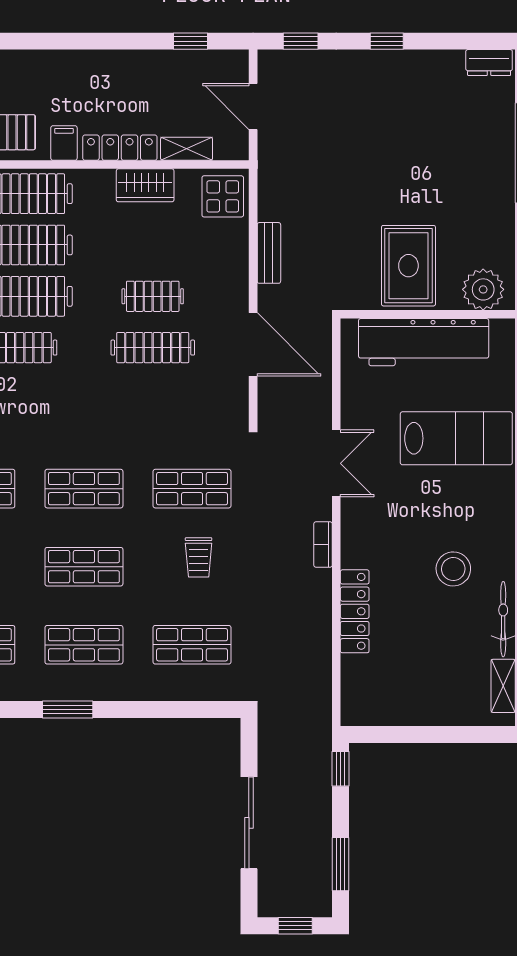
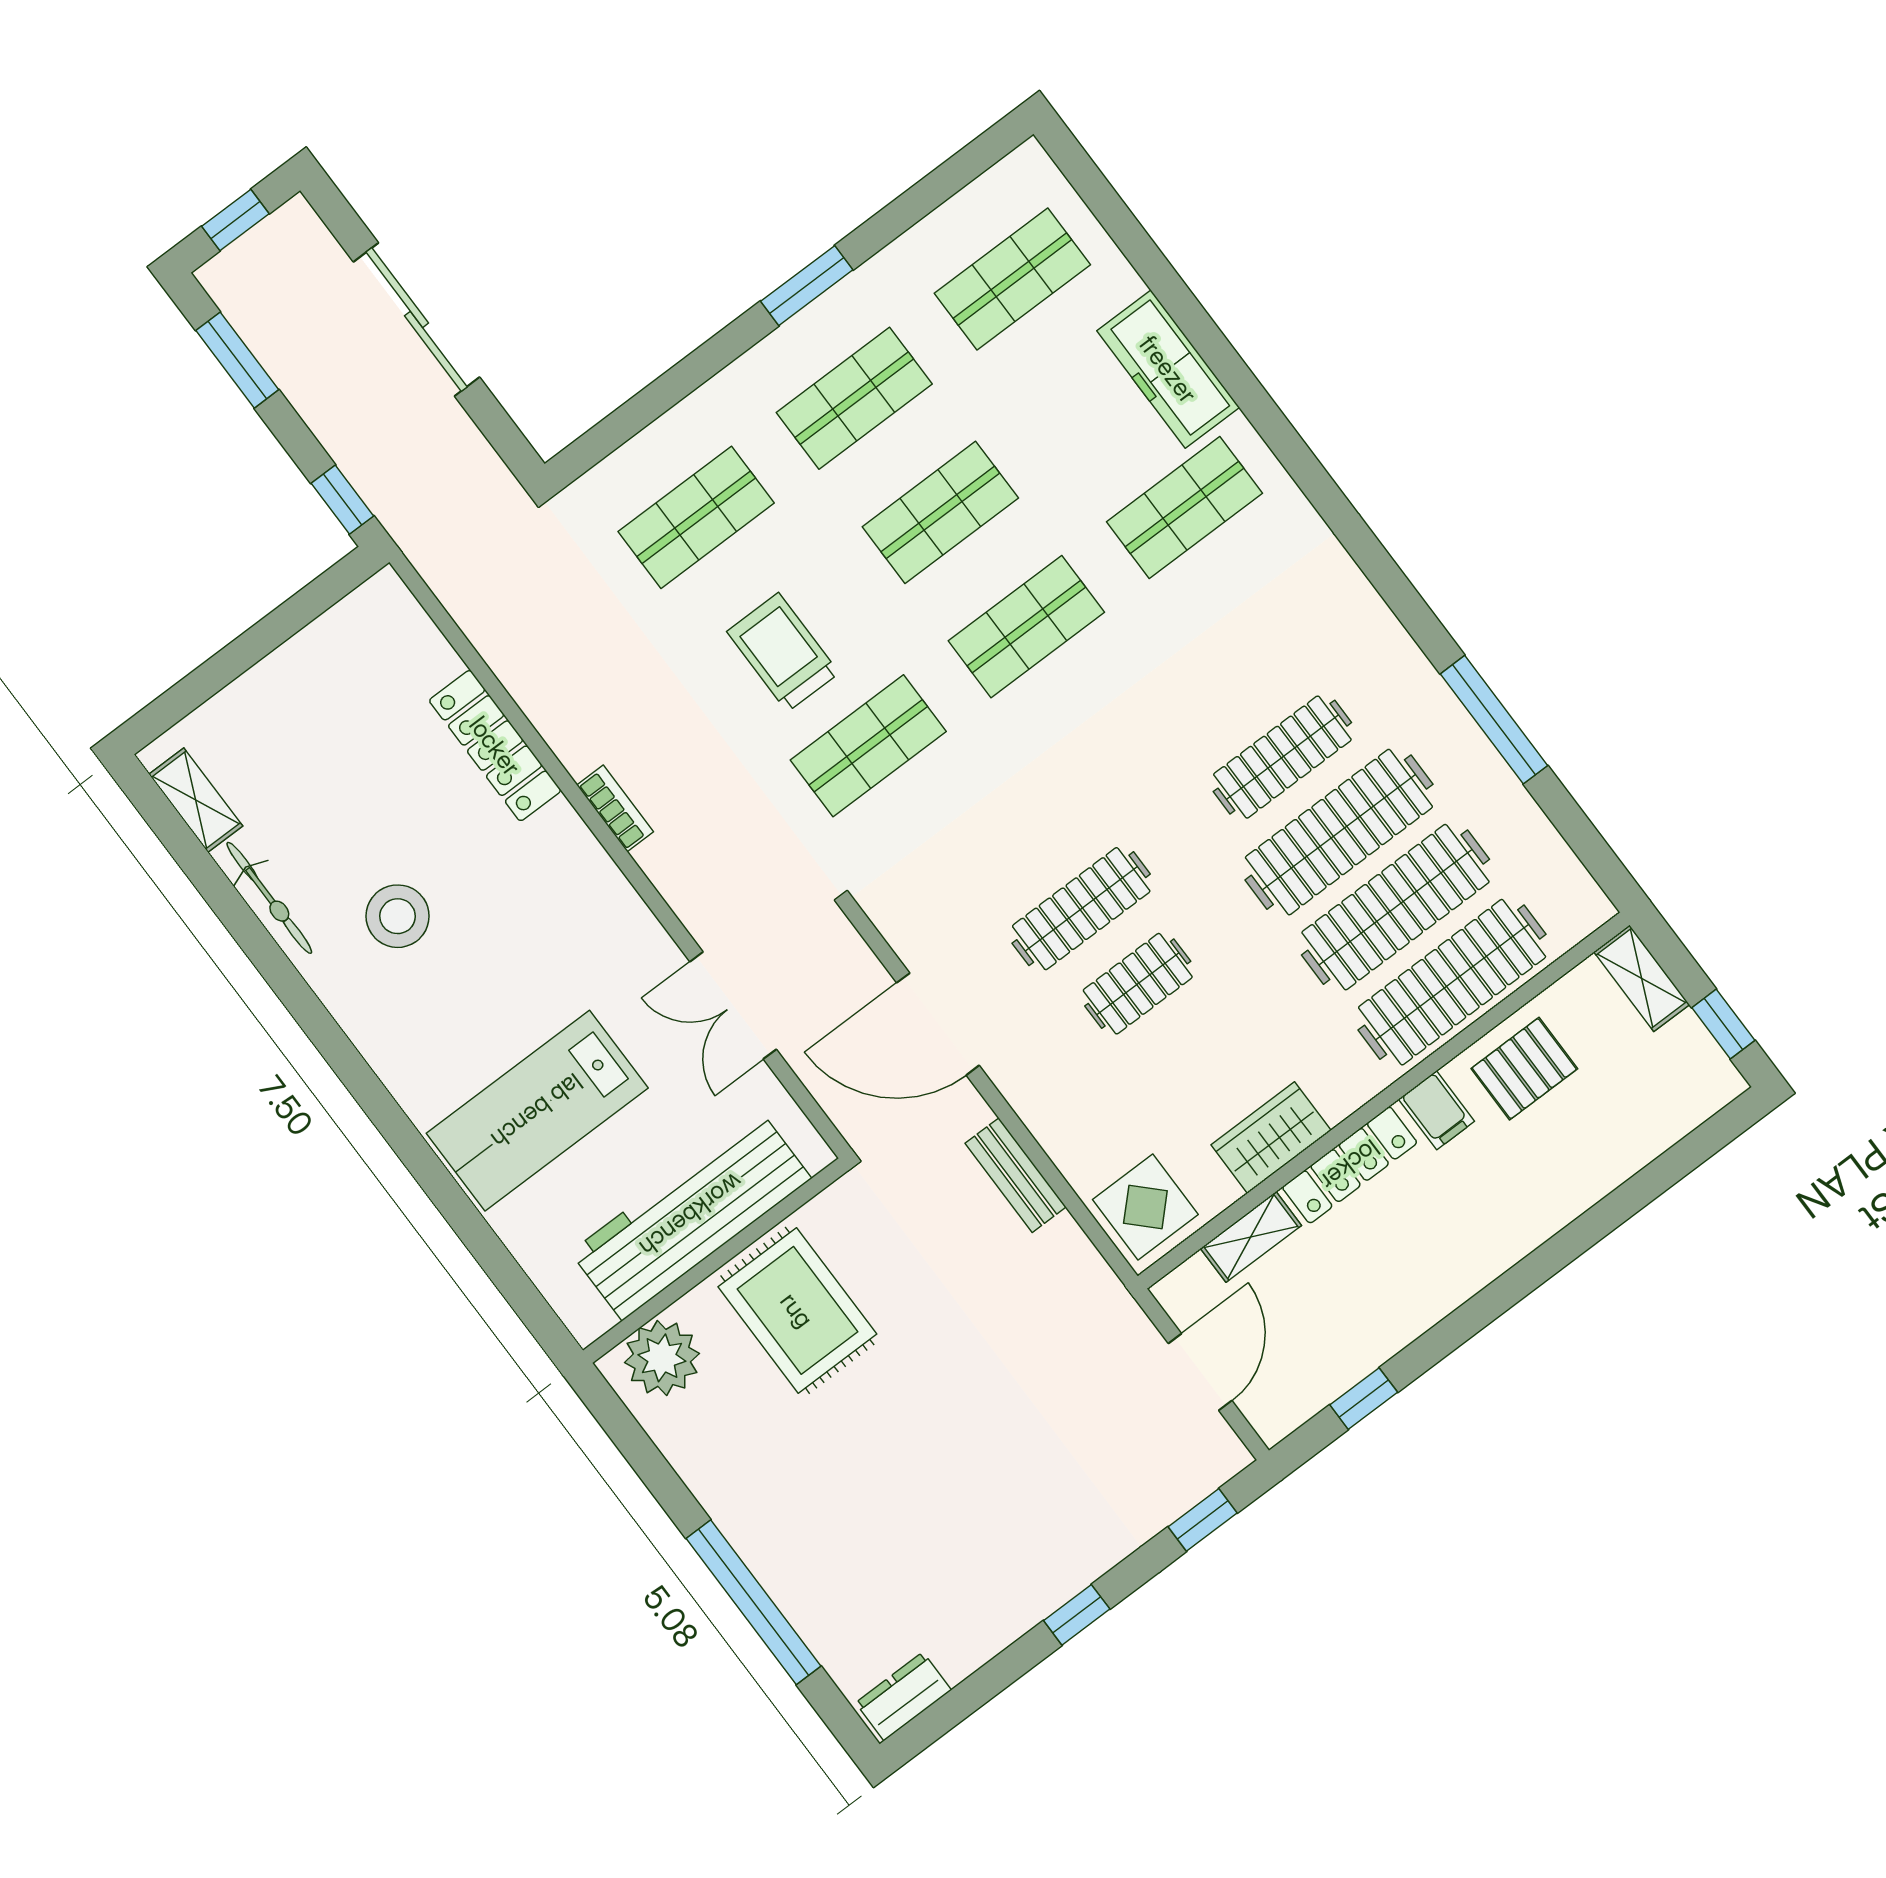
door: (253, 106) -> (1200, 1372), hinge flipped
double door: (336, 463) -> (733, 1005), moved
trolley: (199, 557) -> (783, 652), width x1.36, depth x1.39

